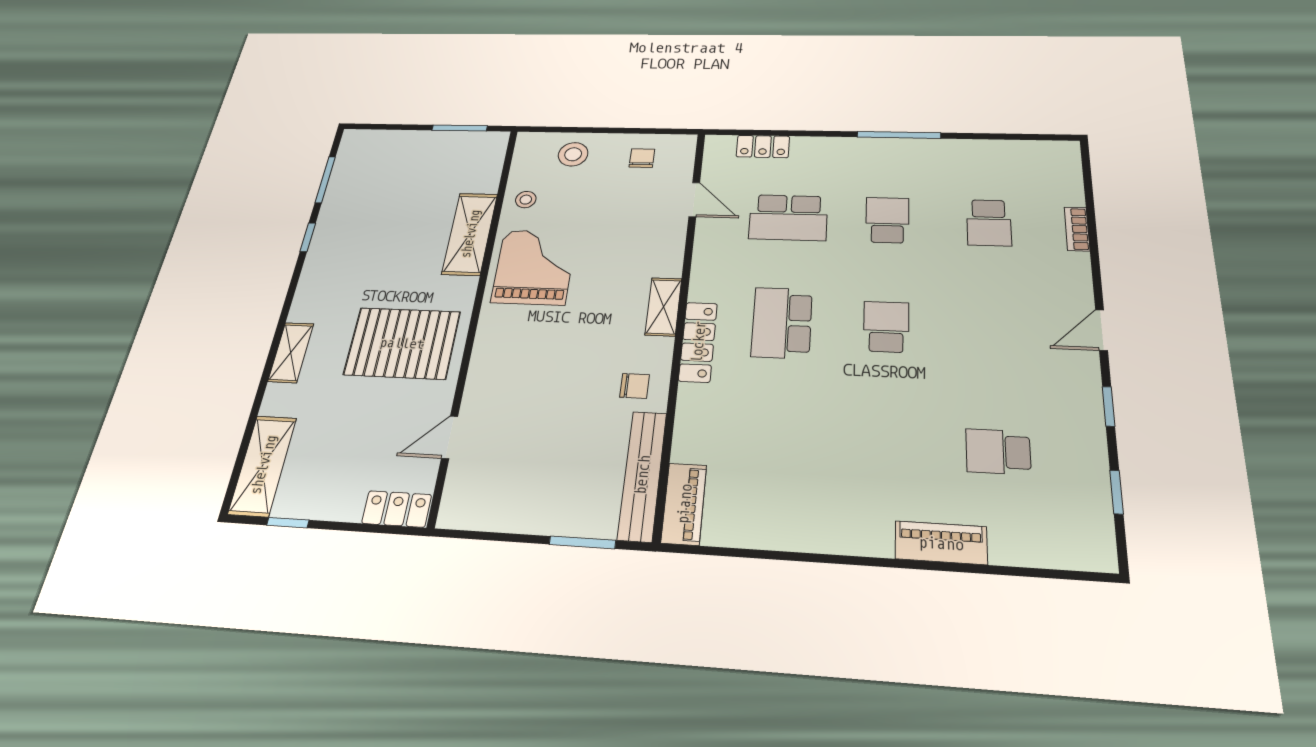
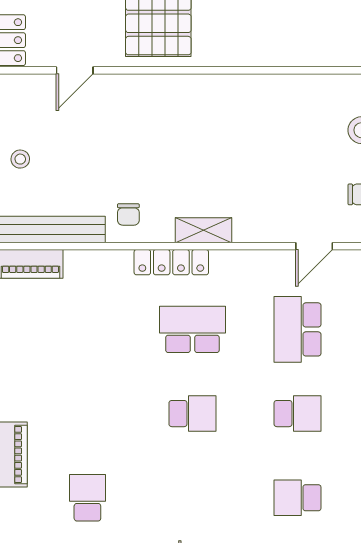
stool: (526, 200) -> (20, 159), moved
shelving: (470, 234) -> (271, 50), removed
grand piano: (534, 267) -> (239, 114), removed
door: (450, 437) -> (75, 70), swing flipped

